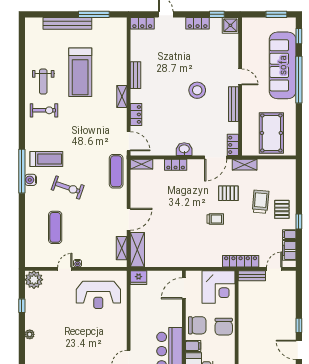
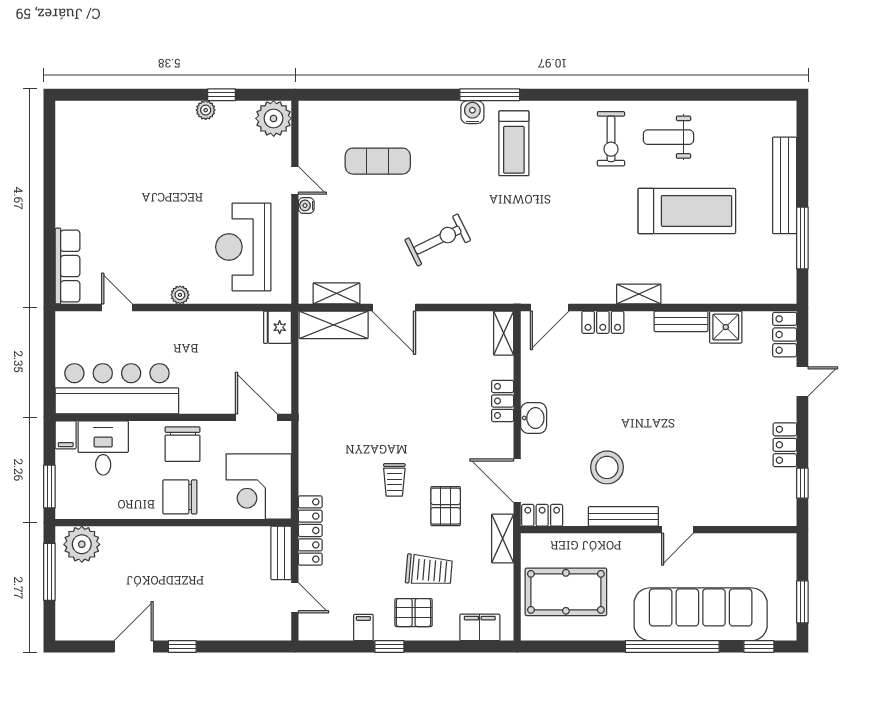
shower: (230, 25) -> (726, 327), moved
treadmill: (80, 72) -> (687, 211), turned 180
stool: (197, 90) -> (607, 467), moved
window: (22, 171) -> (490, 95), width x0.68
exercise mat: (116, 171) -> (490, 283), removed
exercise bike: (68, 188) -> (438, 240), moved, turned -135
filing cabinet: (289, 250) -> (480, 627), moved
plant: (122, 327) -> (180, 295), added
plant: (30, 334) -> (206, 110), moved
filing cabinet: (193, 346) -> (141, 436), removed

